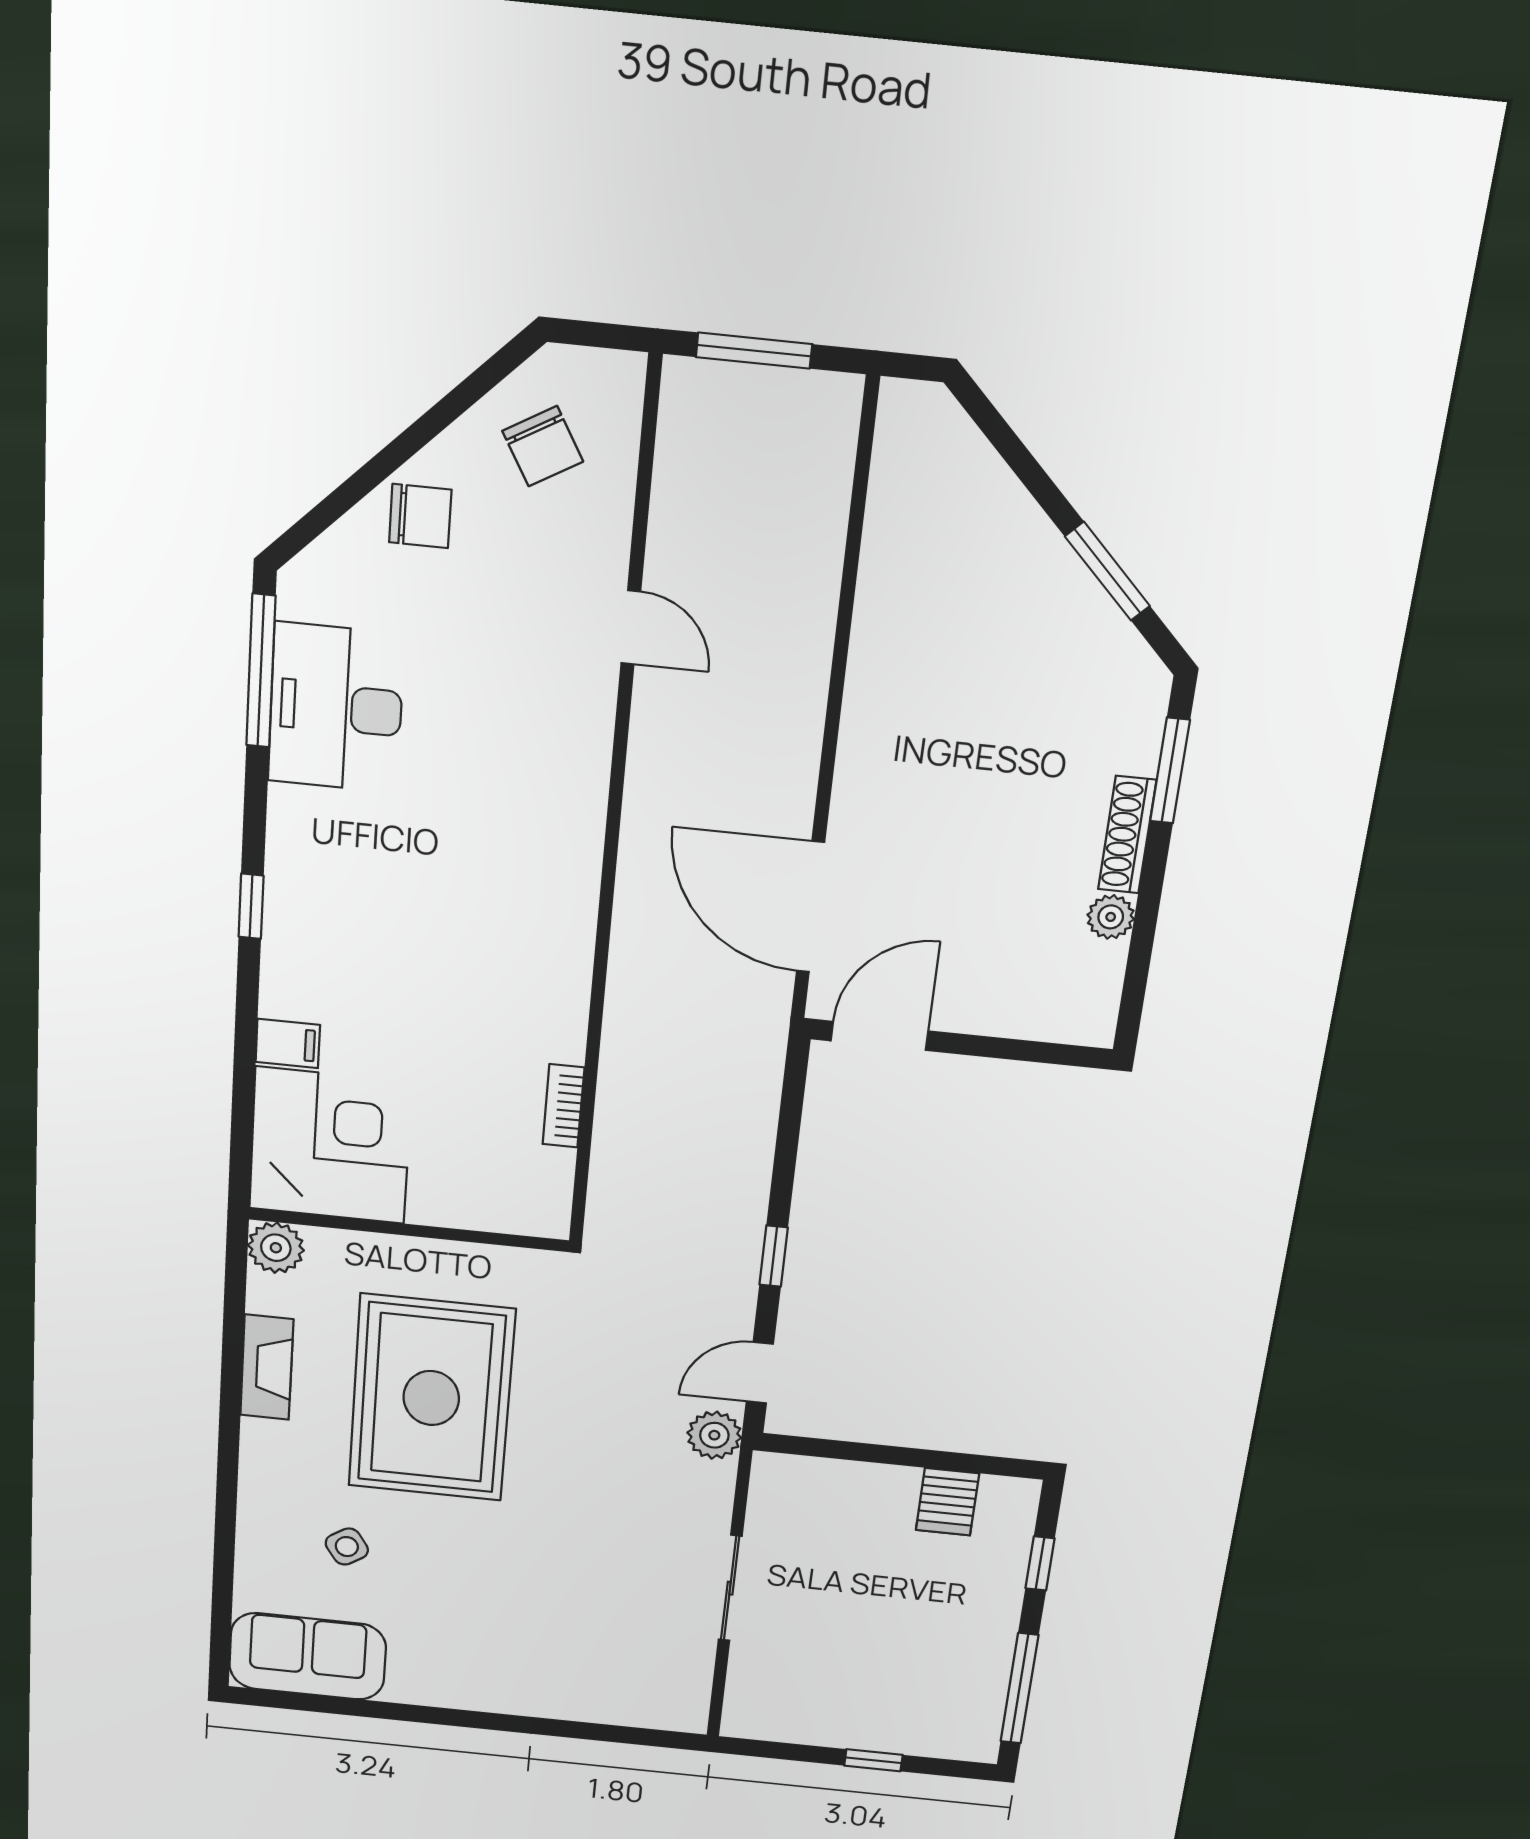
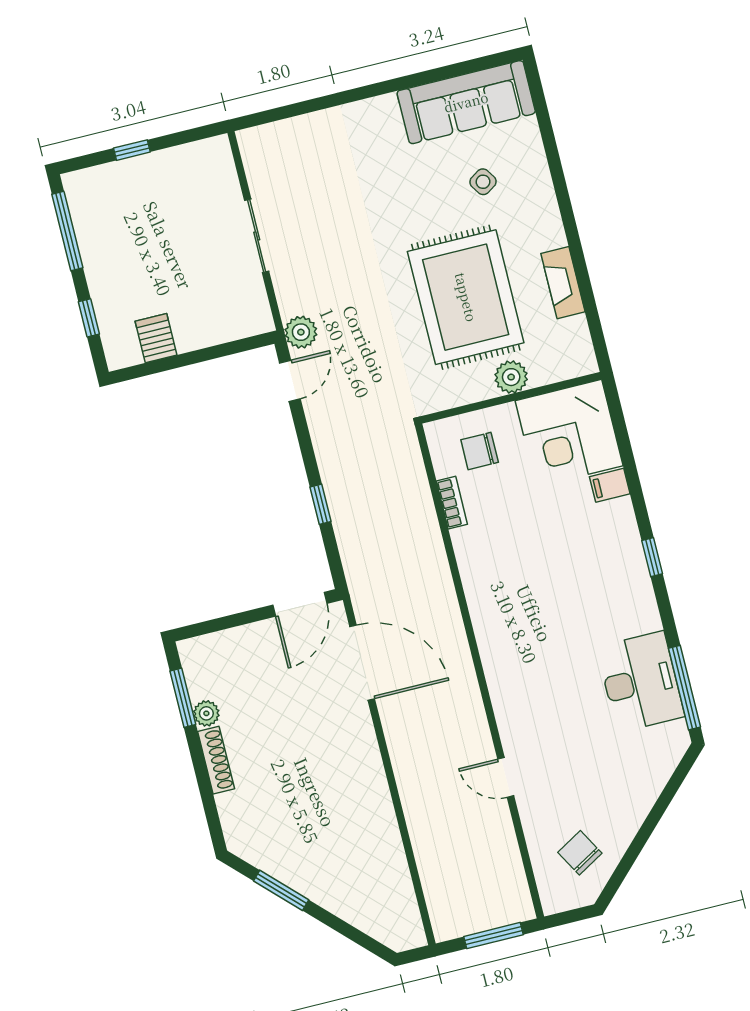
chair: (420, 516) -> (480, 451), moved
window: (1170, 771) -> (183, 698), moved
plant: (276, 1248) -> (511, 377), moved
window: (774, 1256) -> (321, 504), moved
sofa: (308, 1656) -> (466, 102), width x1.36

